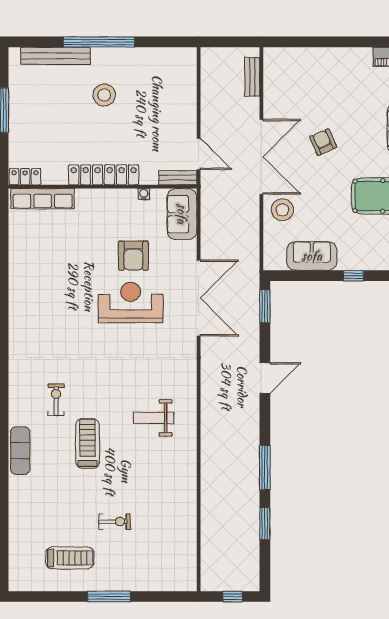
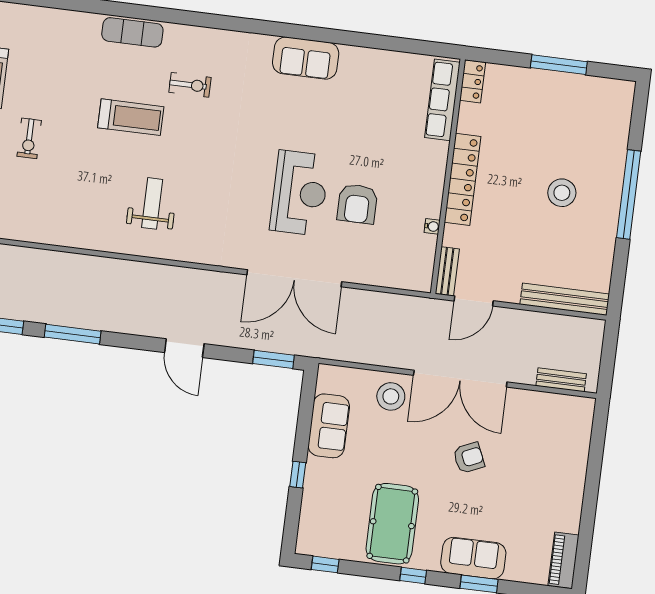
bench: (56, 56) -> (565, 299), moved, turned 90
sofa: (182, 214) -> (306, 58), moved, turned 180
armchair: (133, 256) -> (357, 204), turned -90

